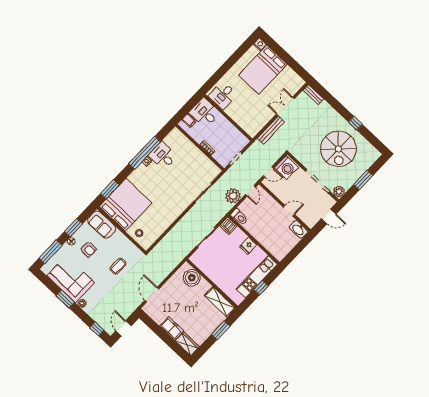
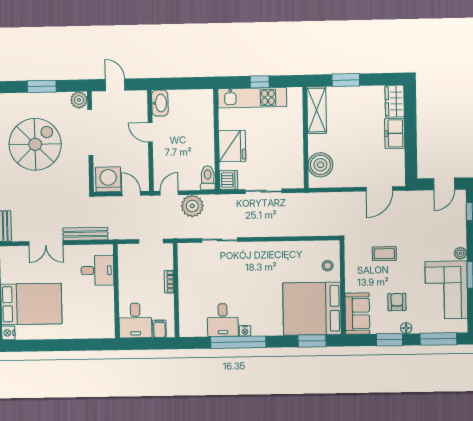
desk: (223, 95) -> (97, 270), moved
fridge: (248, 246) -> (232, 146), width x1.88, depth x1.34

